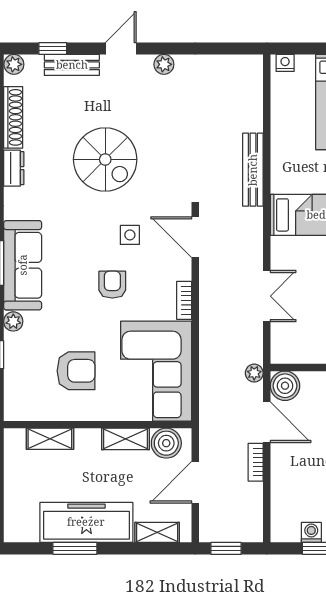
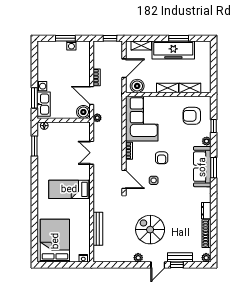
window: (53, 48) -> (177, 265), moved
spiral stairs: (105, 159) -> (150, 230), moved
bench: (253, 170) -> (98, 229), moved
armchair: (76, 371) -> (192, 116), moved
shelving: (125, 439) -> (167, 88), moved

